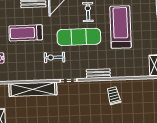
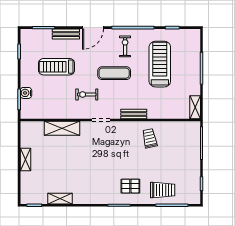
exercise mat: (79, 37) -> (114, 73), width x0.73, depth x0.69
shelving: (33, 89) -> (62, 128), width x0.68

